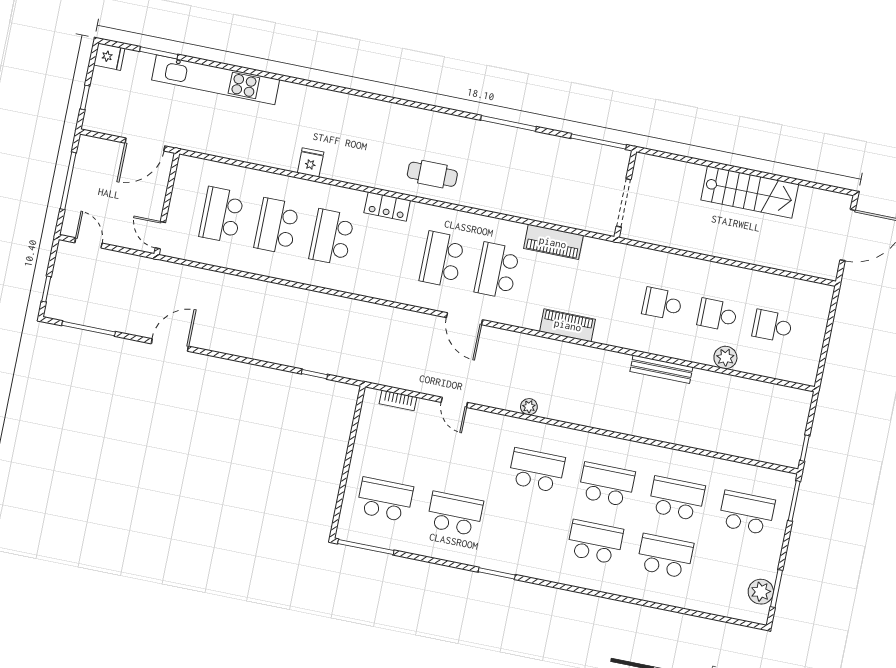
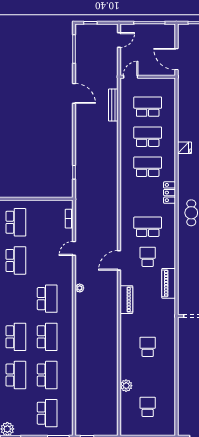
school desk: (497, 270) -> (148, 257), width x0.54
school desk: (717, 315) -> (148, 377), removed
door: (464, 319) -> (119, 260), moved
bench: (661, 369) -> (113, 105), moved

